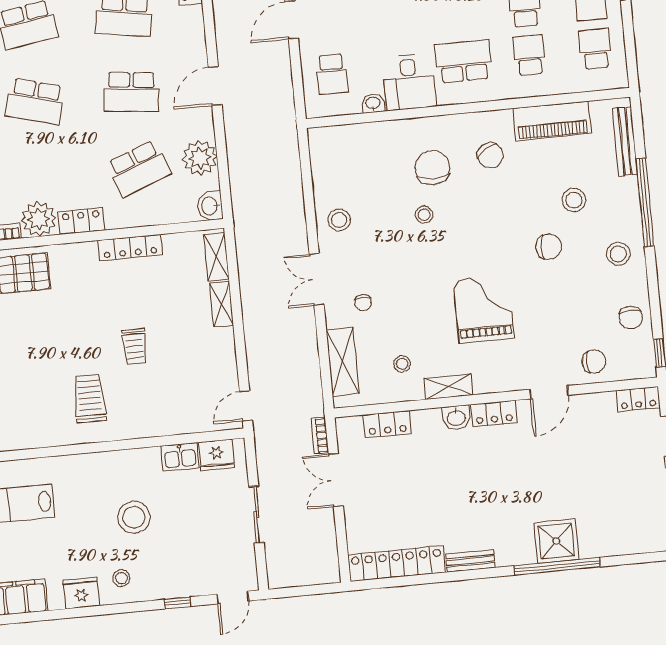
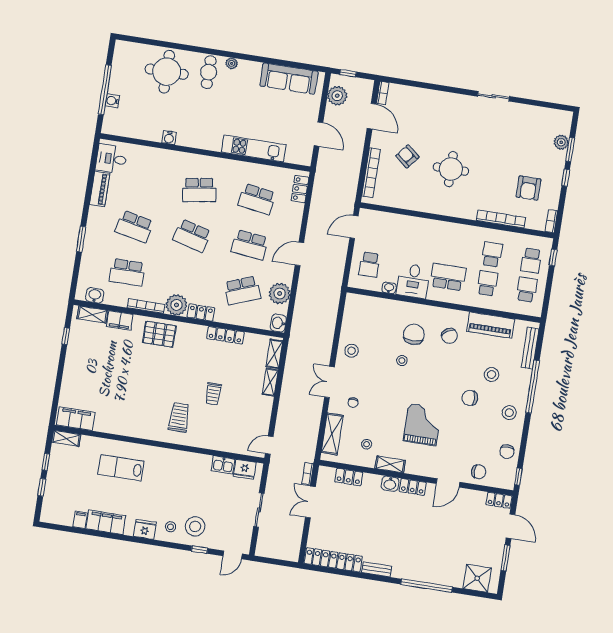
chair: (549, 247) -> (470, 398), turned 180
stool: (134, 517) -> (195, 526), moved
shower: (556, 541) -> (477, 578), moved

